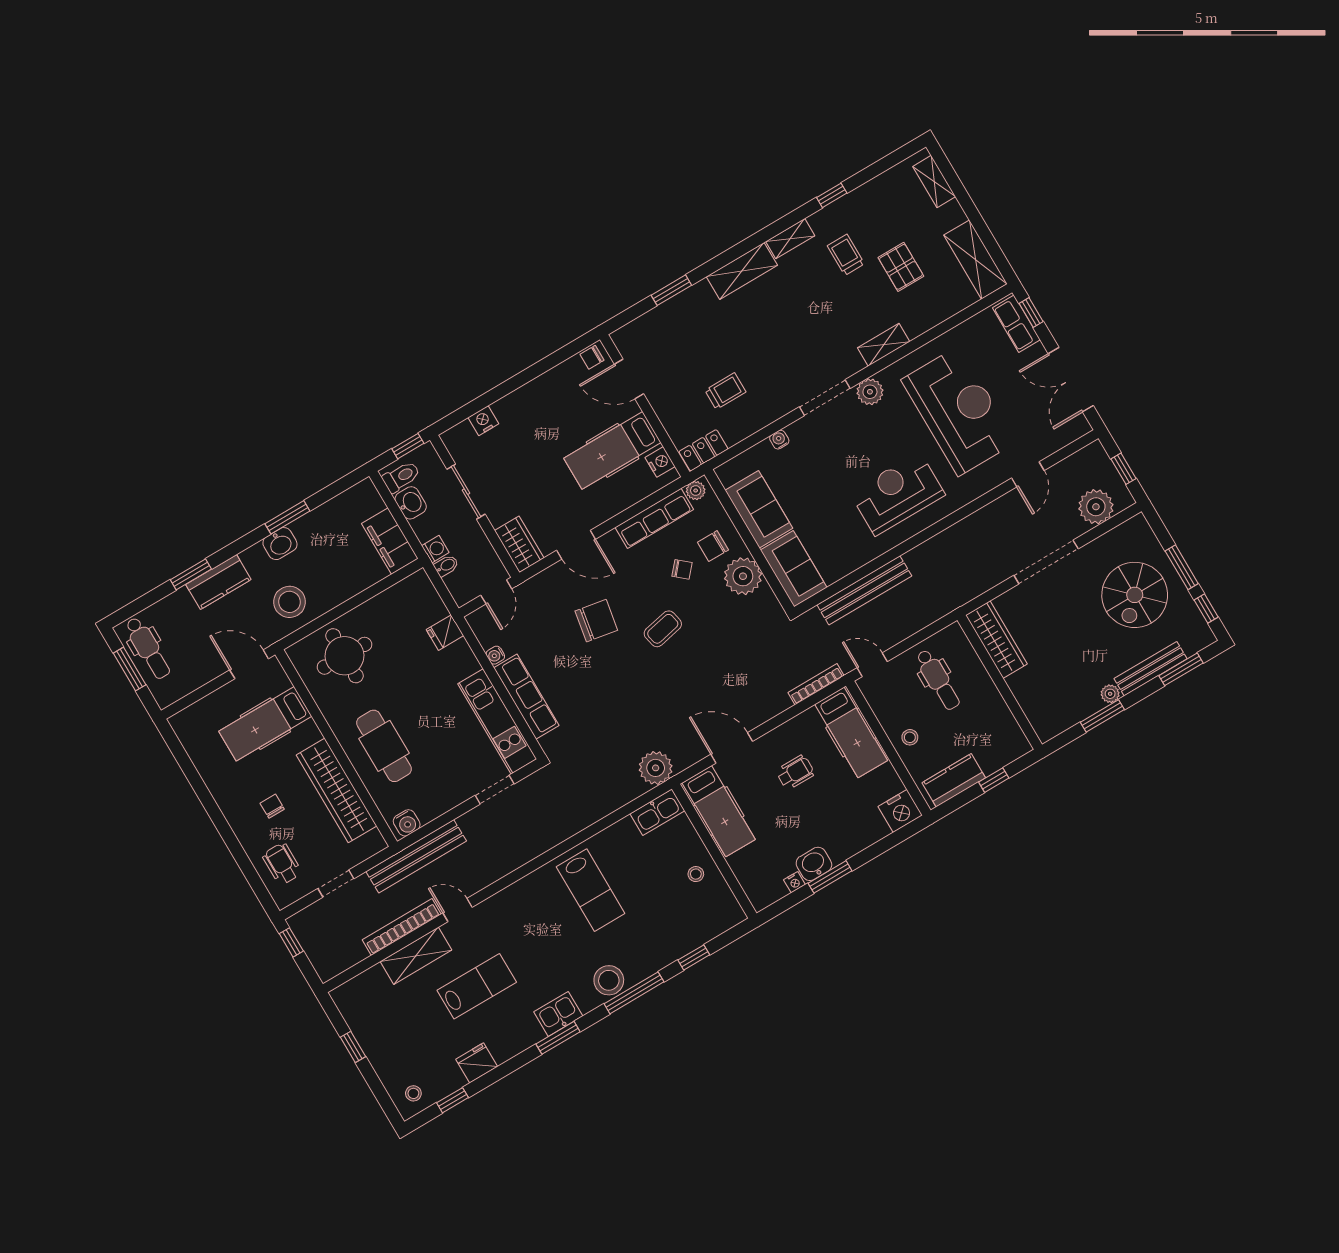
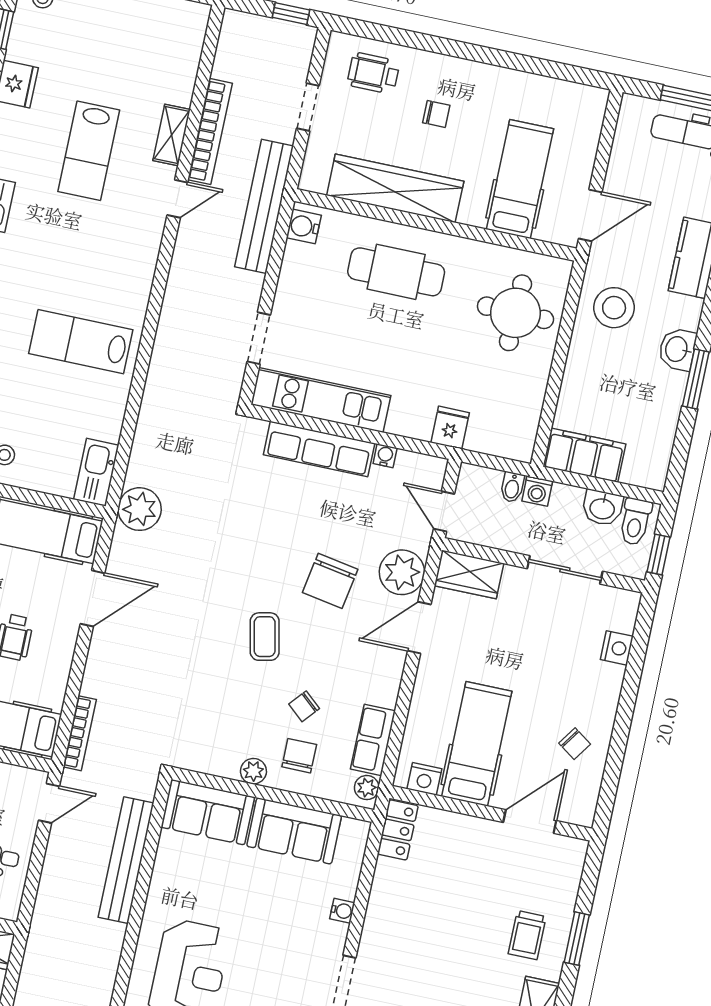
chair: (592, 357) -> (575, 744), moved, turned 125
trolley: (725, 391) -> (527, 935), moved
row of seats: (654, 518) -> (373, 740), width x0.68
plant: (743, 576) -> (253, 771), width x0.53, depth x0.53
plant: (553, 584) -> (402, 572), added
wheelchair: (282, 864) -> (373, 73), turned 180
shelving: (416, 956) -> (172, 135), width x0.67, depth x0.75

